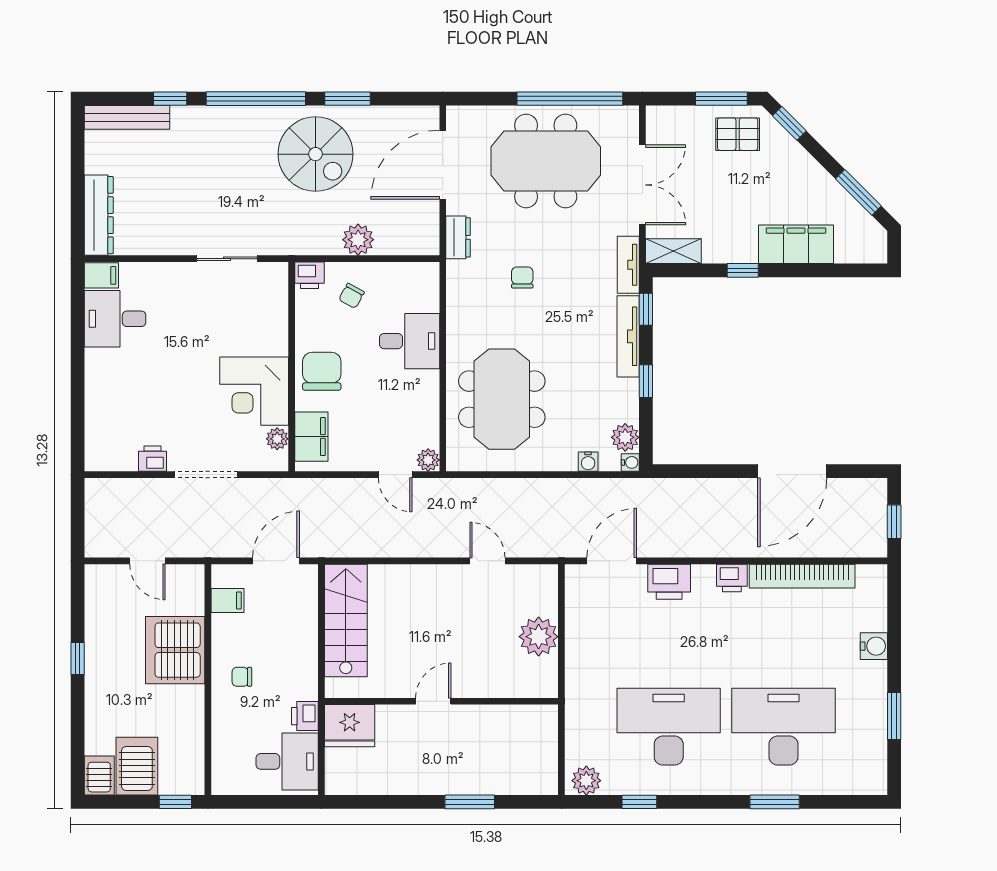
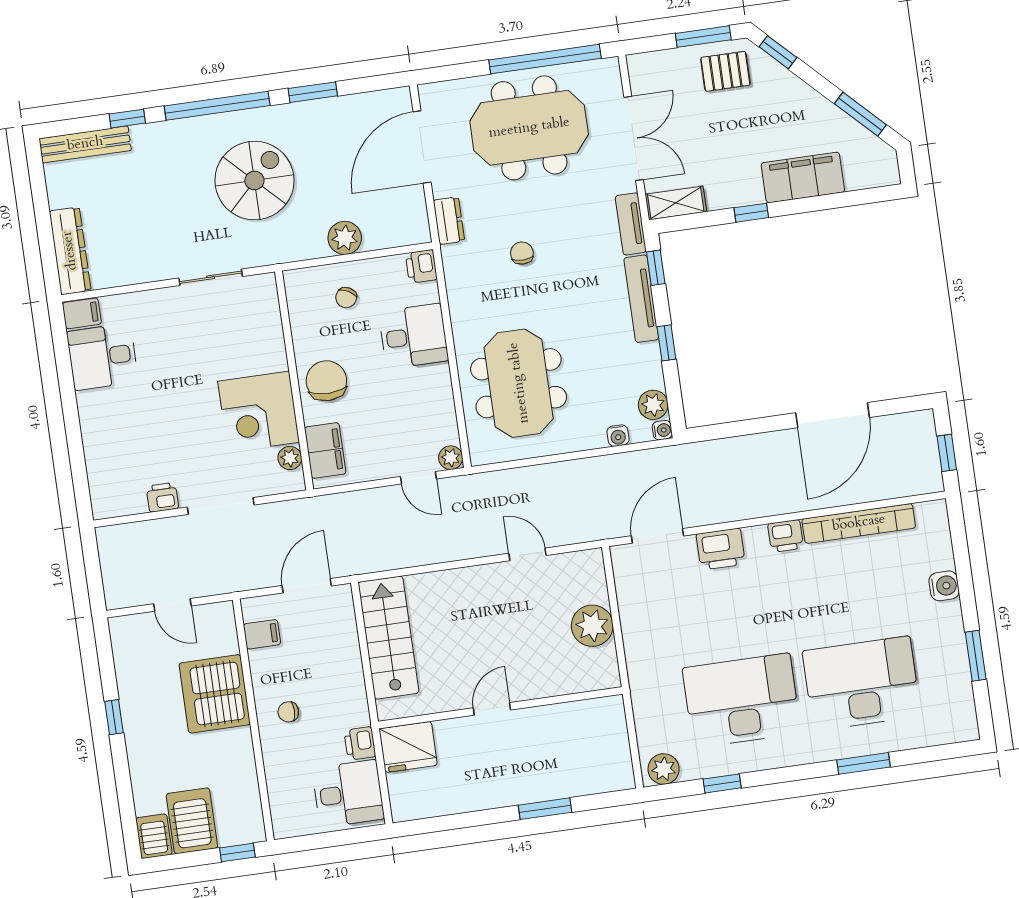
spiral stairs: (316, 154) -> (254, 181), moved, turned -90
printer: (310, 275) -> (421, 266), moved, turned 90

